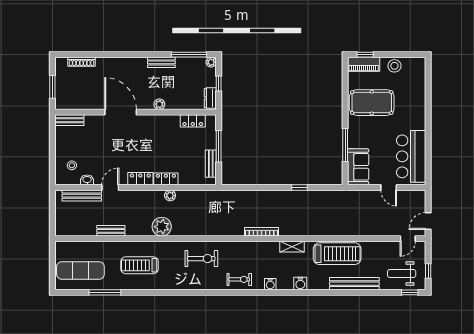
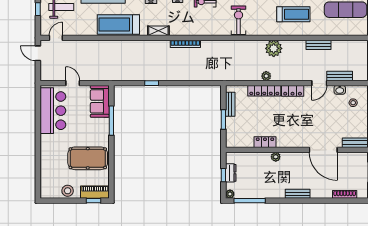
bench: (161, 62) -> (298, 194), moved
dresser: (210, 98) -> (231, 173), moved
door: (121, 112) -> (323, 150), moved
locker: (193, 121) -> (265, 142), moved
window: (219, 146) -> (223, 120), width x0.69
locker: (166, 179) -> (264, 91), width x1.53
bench: (82, 196) -> (340, 76), width x0.73
door: (428, 221) -> (38, 53), swing flipped
exercise bike: (201, 259) -> (239, 20), turned 90

